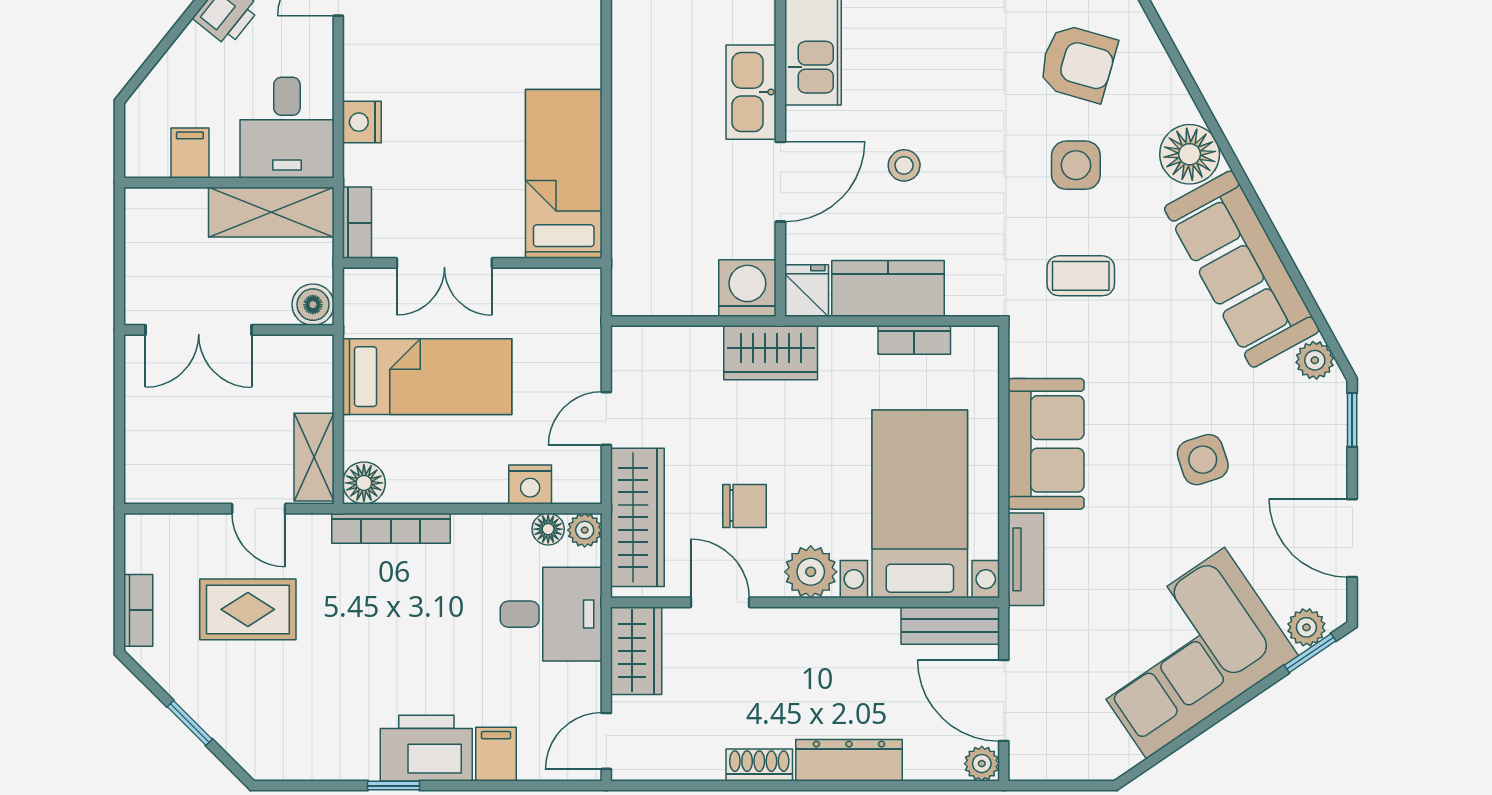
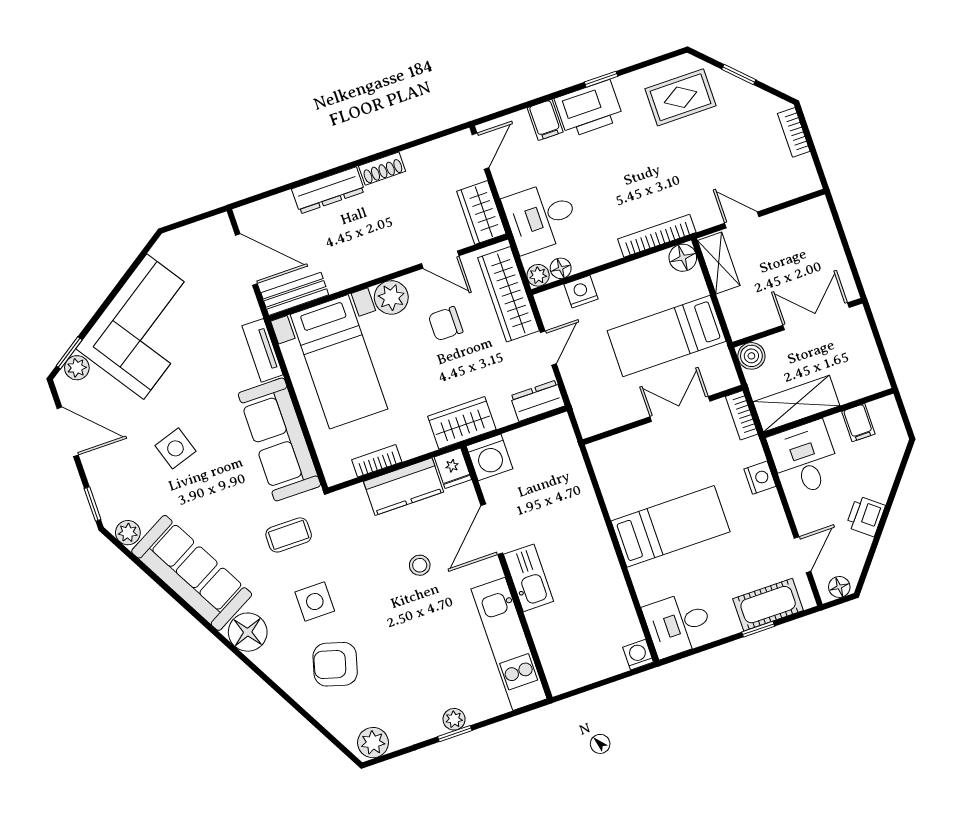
bed: (564, 174) -> (671, 526), moved, turned -90
dresser: (649, 347) -> (538, 401), added
sofa: (1046, 444) -> (279, 439), width x1.36
rug: (248, 609) -> (681, 97), moved
plant: (982, 764) -> (246, 216), removed

